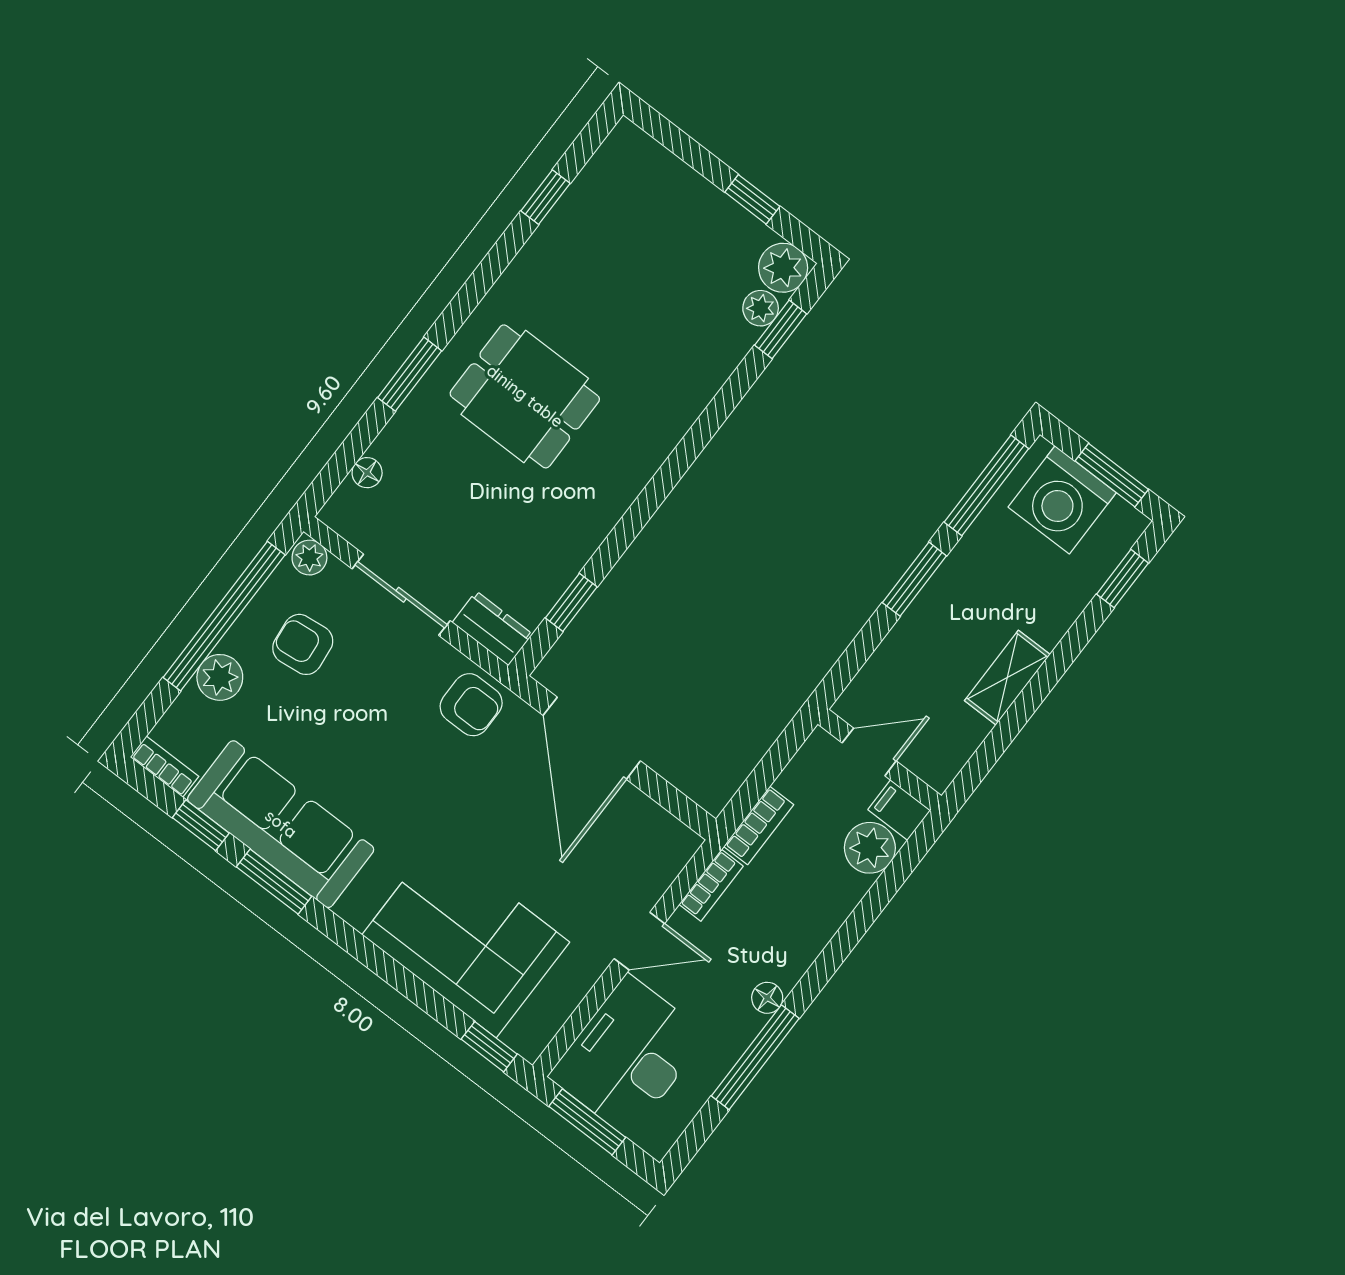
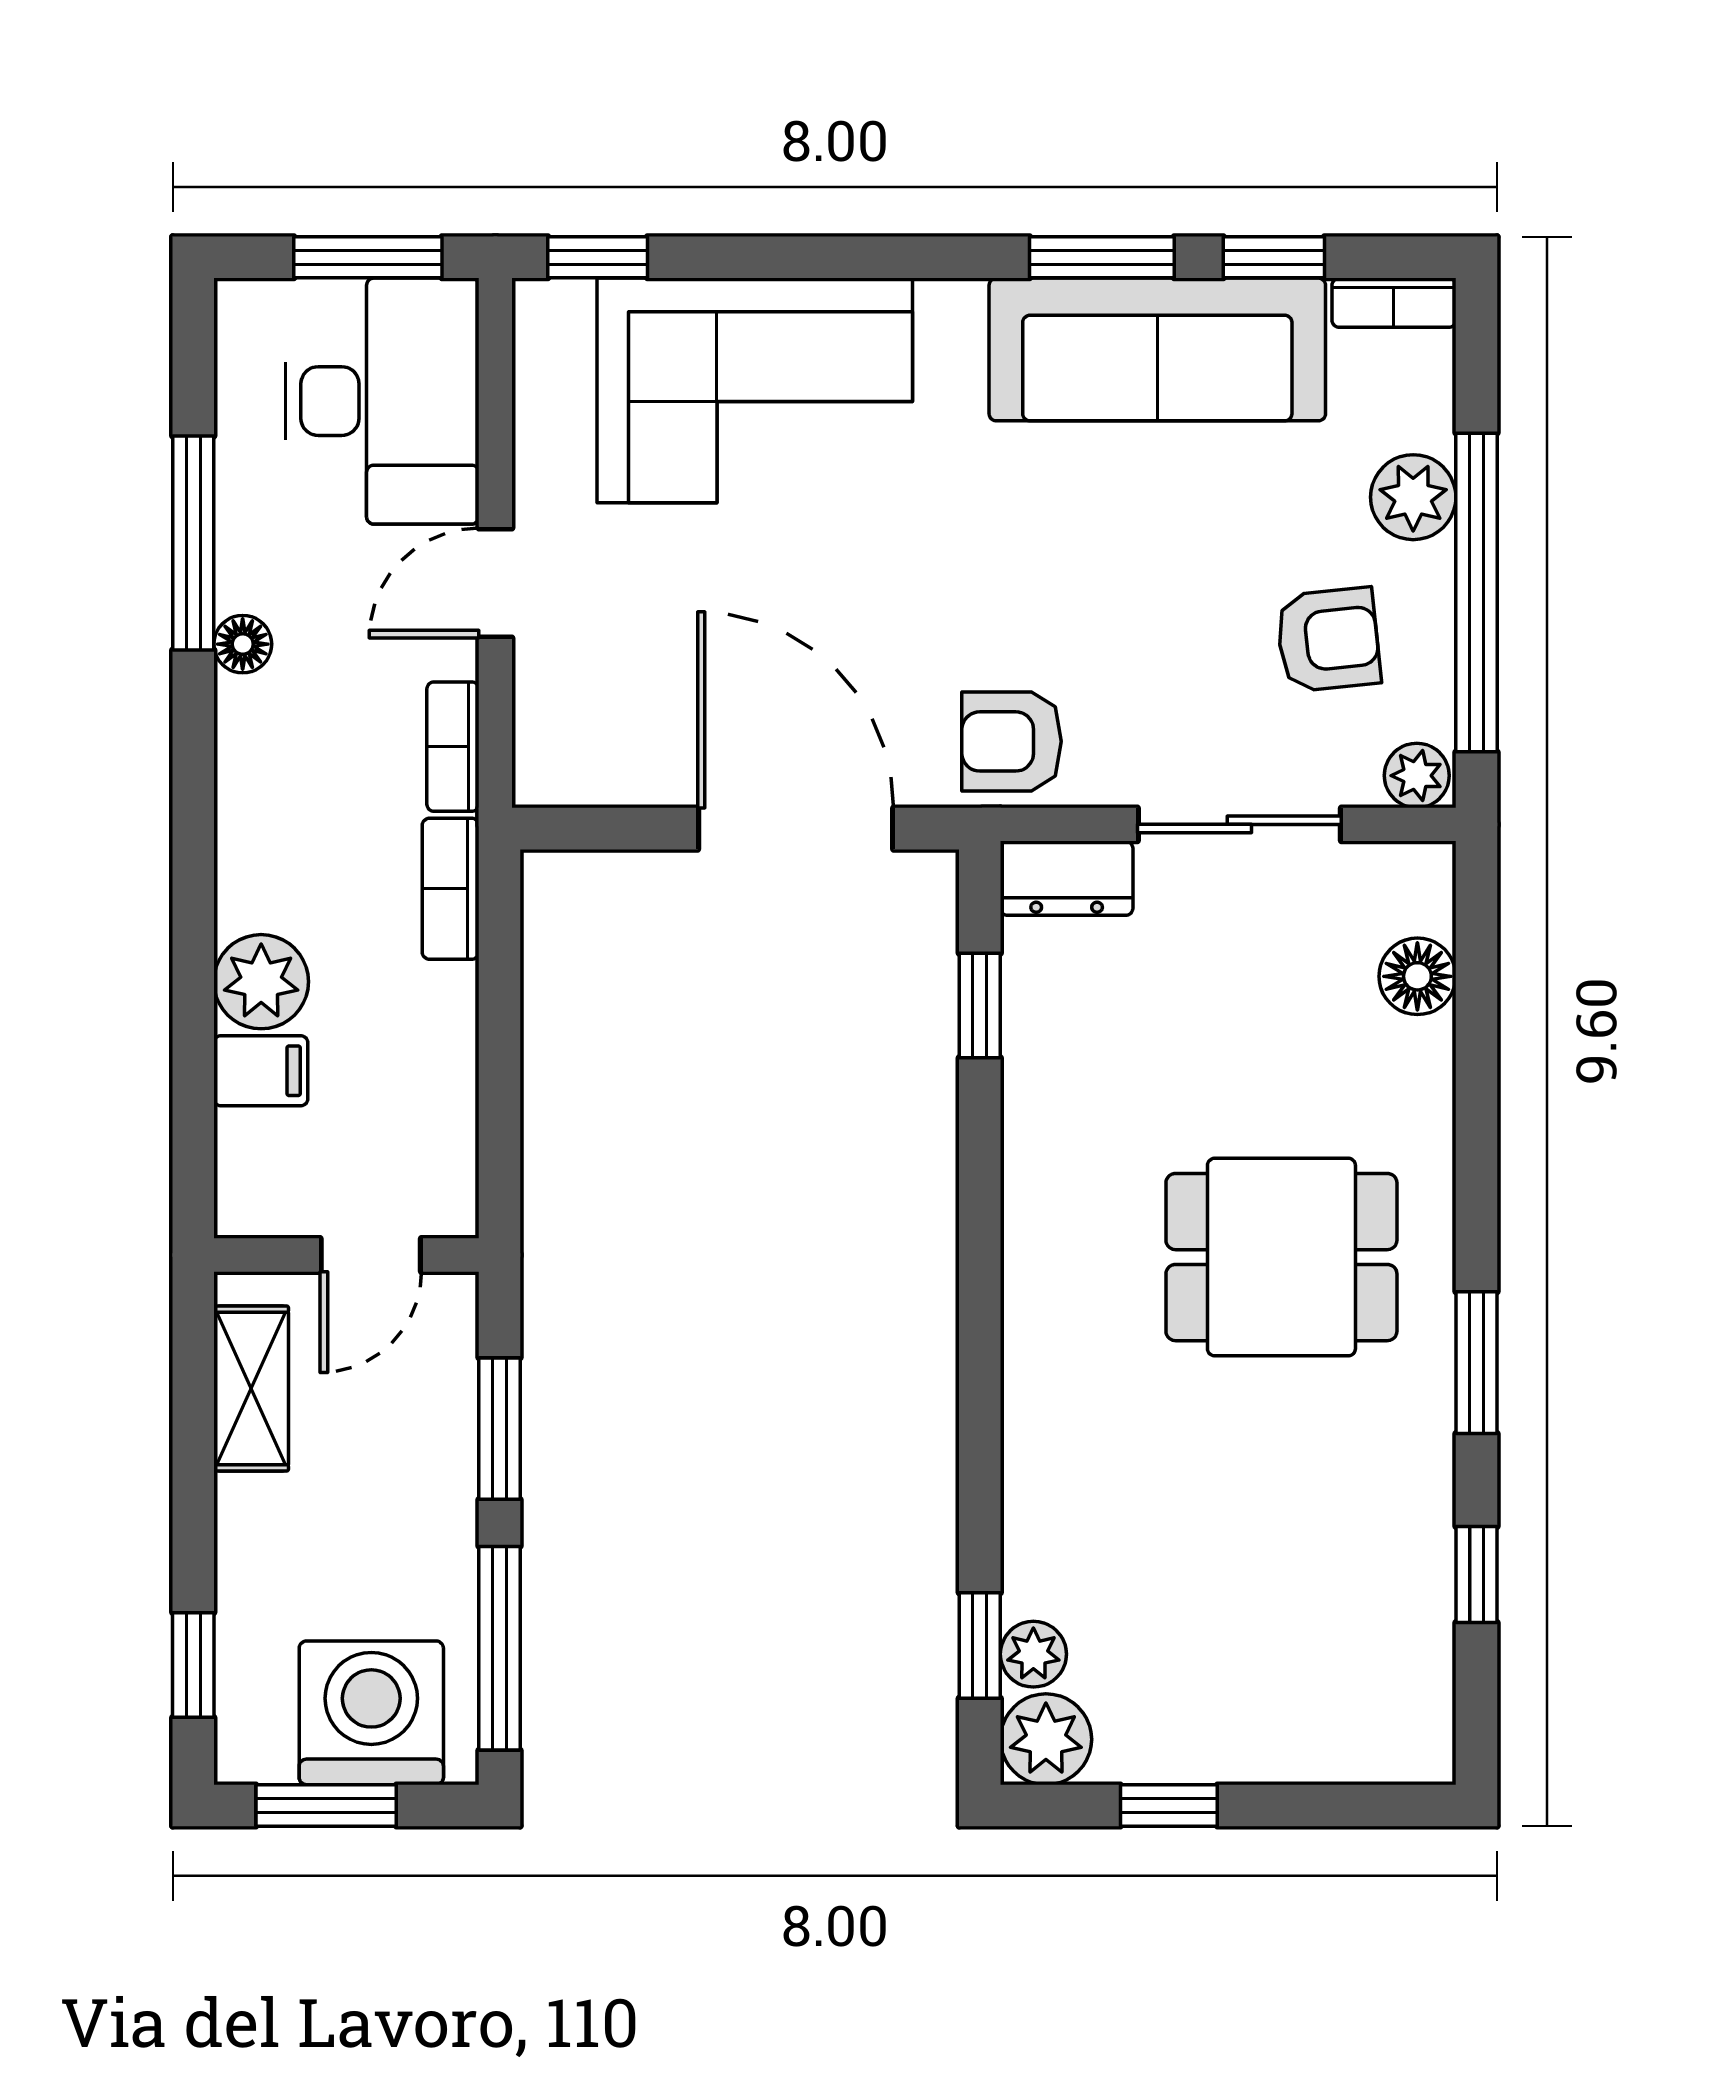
window: (410, 374) -> (1476, 1363), moved
floor lamp: (367, 473) -> (1417, 976), width x1.37, depth x1.37
door: (869, 752) -> (371, 1255), moved
wall: (880, 760) -> (346, 1255), moved

